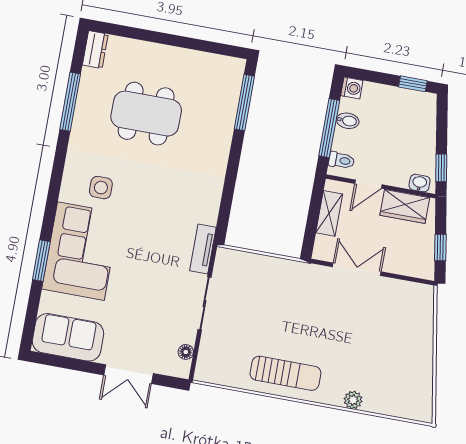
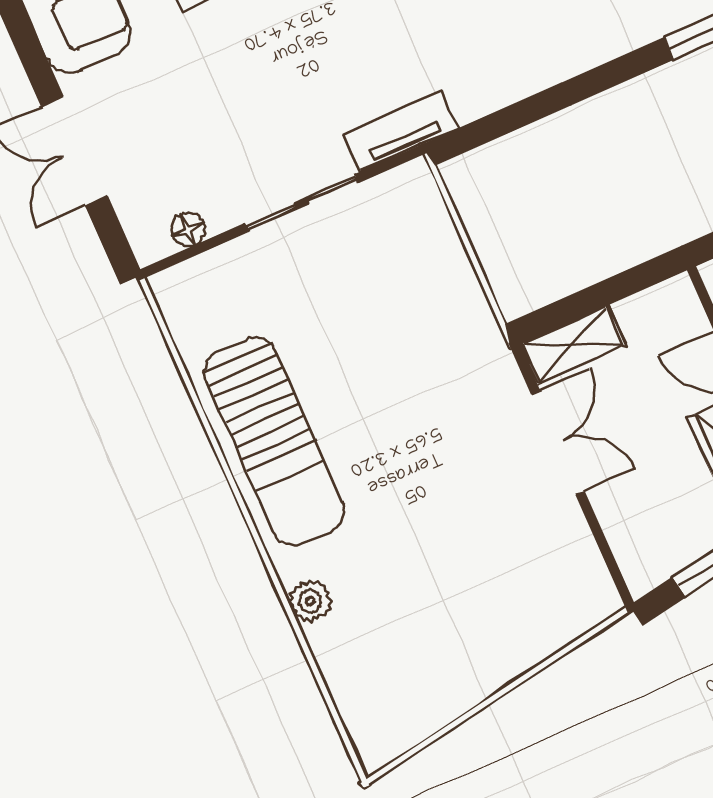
shelving: (329, 213) -> (573, 345), moved
sun lounger: (285, 373) -> (274, 442), width x1.36, depth x1.34

